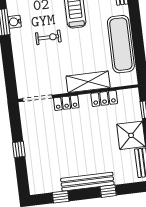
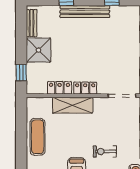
exercise mat: (121, 44) -> (38, 137), width x0.73, depth x0.69
locker: (66, 103) -> (85, 88), moved

